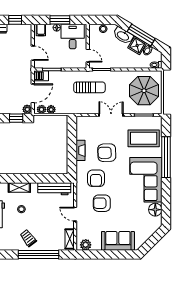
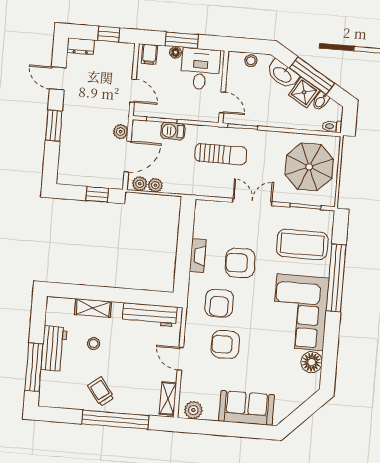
barbecue: (41, 76) -> (173, 131), moved
plant: (27, 109) -> (121, 132), moved

